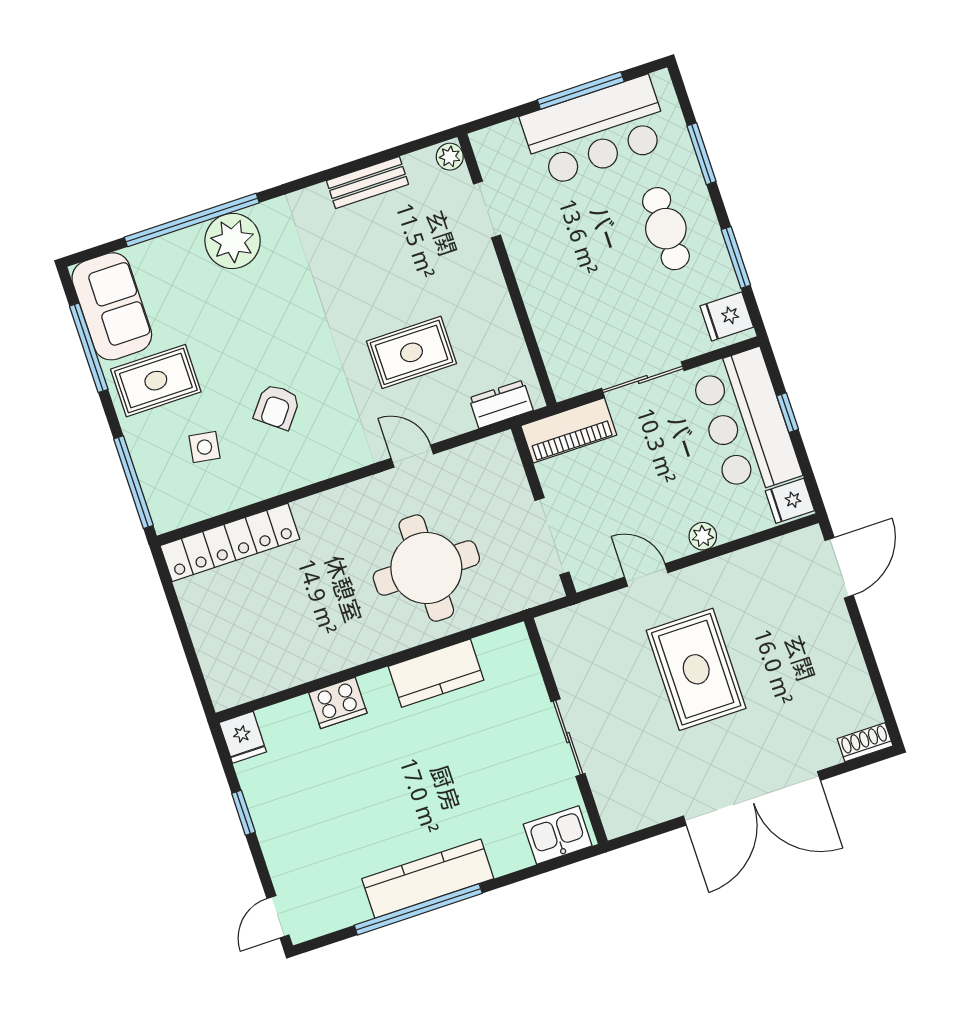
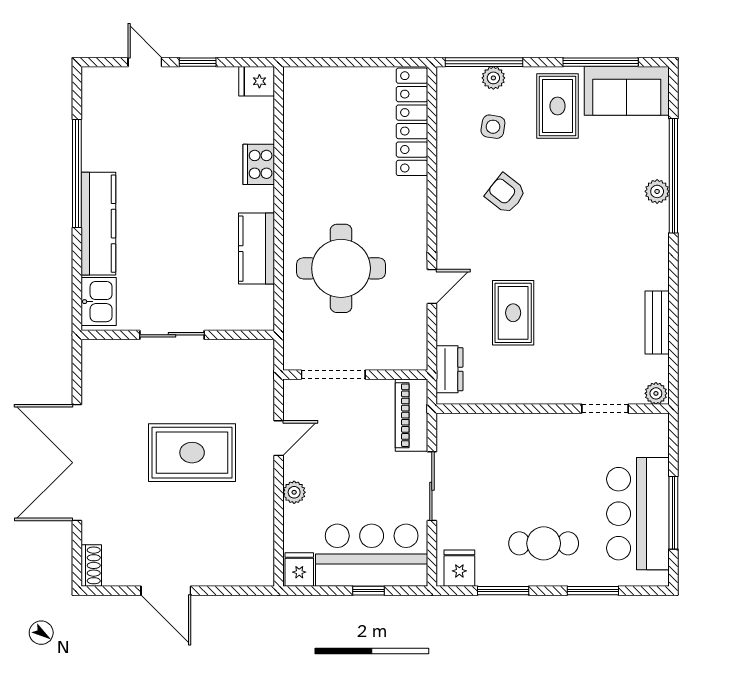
plant: (233, 241) -> (657, 191), width x0.53, depth x0.53
plant: (148, 465) -> (493, 78), added
door: (839, 568) -> (166, 591), moved
kitchen counter: (428, 879) -> (98, 224), moved
door: (278, 917) -> (145, 62), moved

